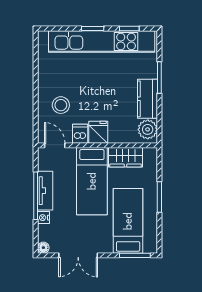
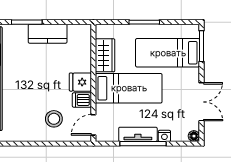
plant: (148, 129) -> (78, 34), removed

